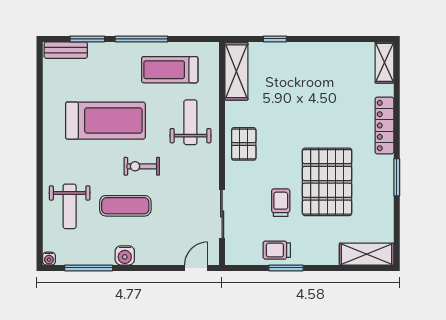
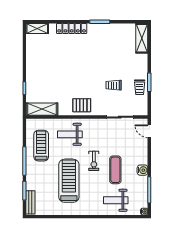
treadmill: (170, 70) -> (41, 146), turned 180
pallet: (327, 182) -> (102, 60), removed
weight bench: (70, 206) -> (116, 200), turned 180

